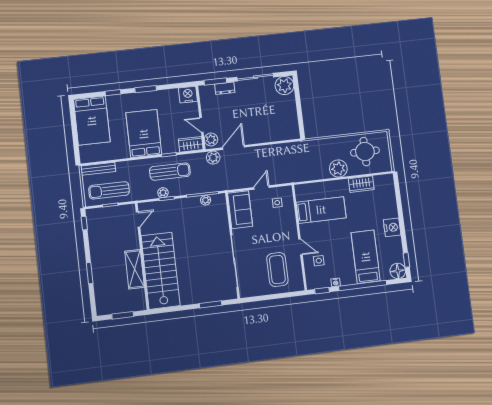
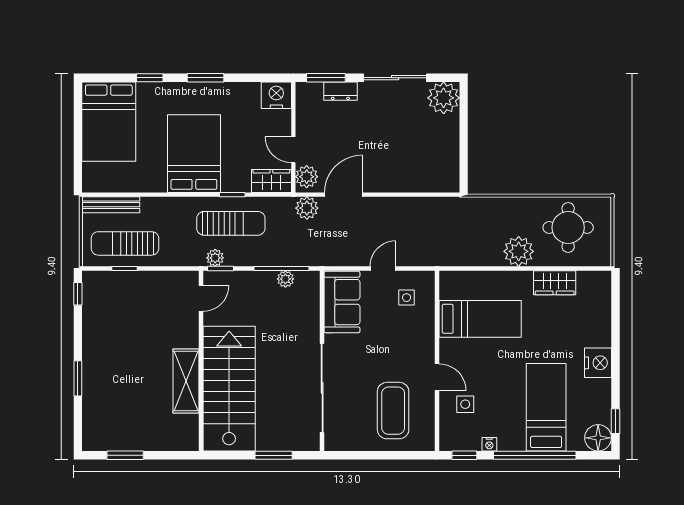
door: (138, 219) -> (201, 298), moved
wall: (142, 256) -> (201, 361), moved
shelving: (135, 269) -> (186, 381), moved
stairs: (160, 271) -> (229, 389), moved

